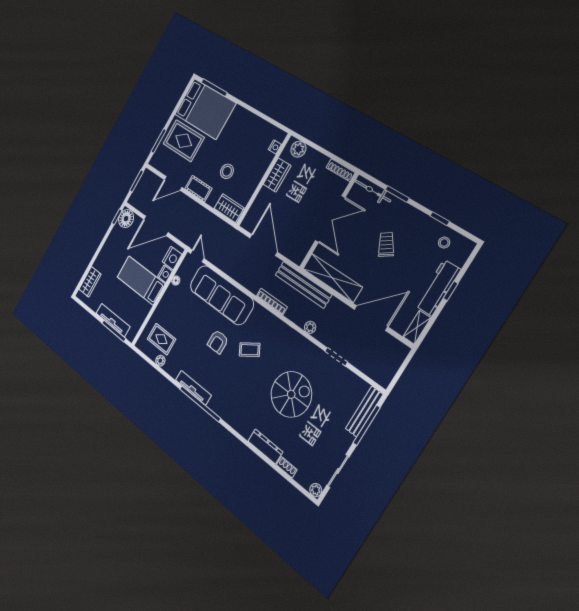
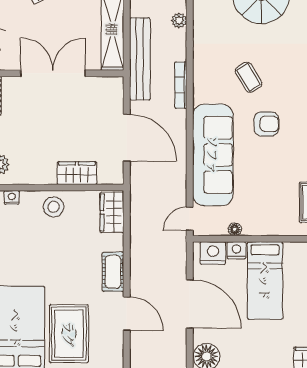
stool: (227, 171) -> (54, 207), moved
wardrobe: (277, 175) -> (77, 173), moved
door: (263, 245) -> (127, 138), swing flipped

